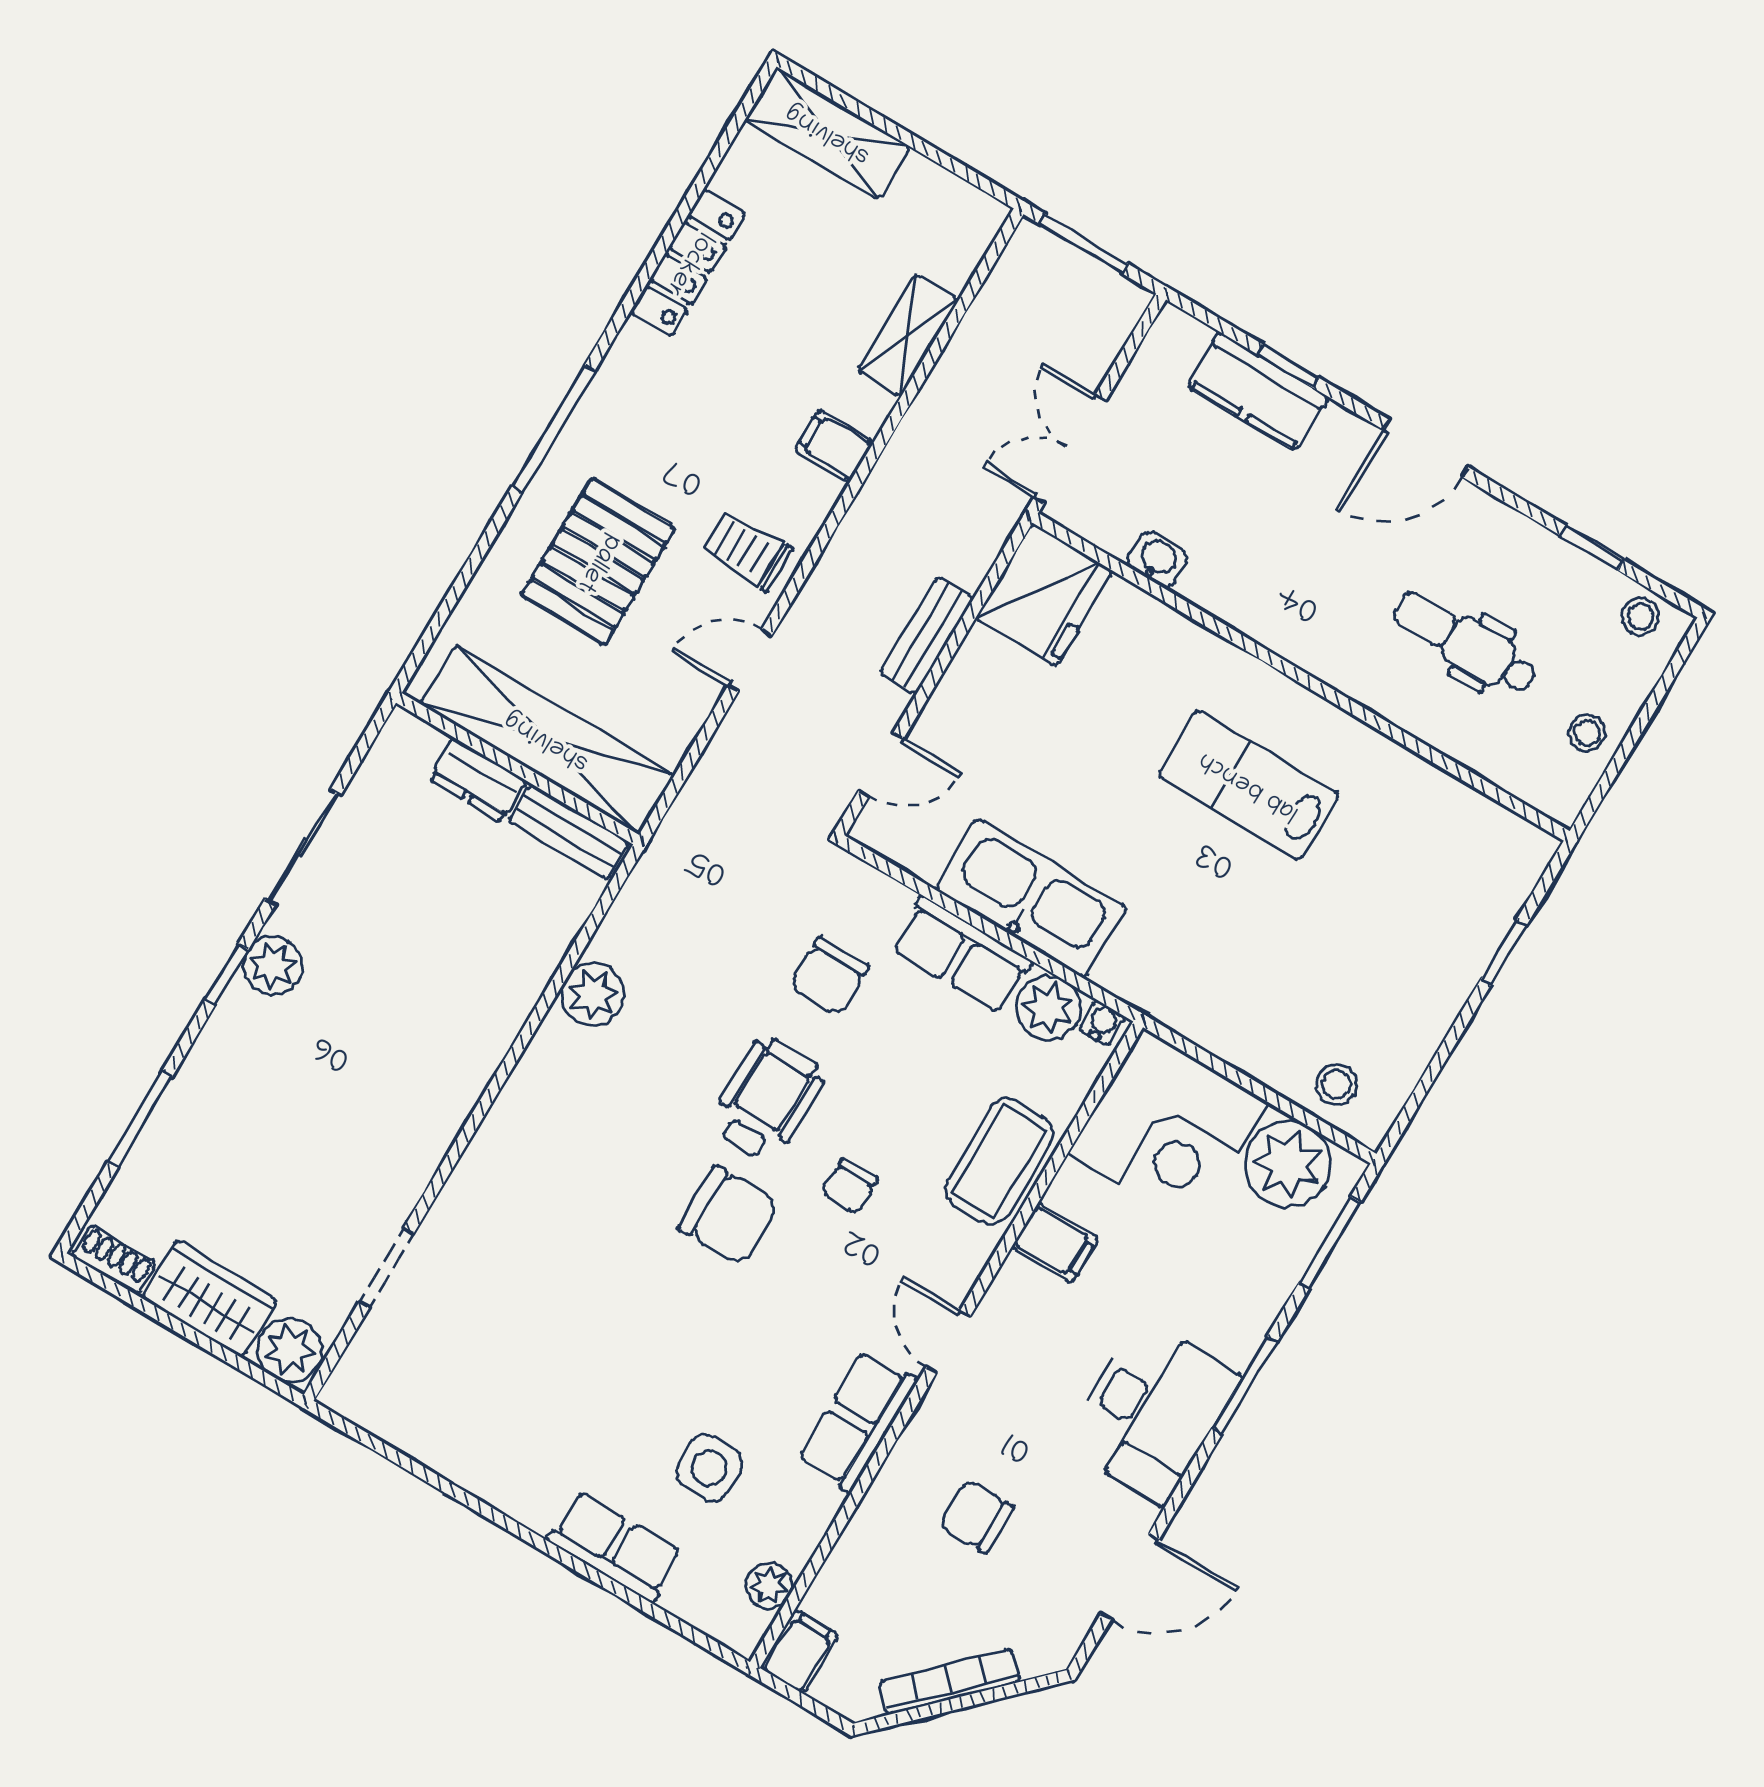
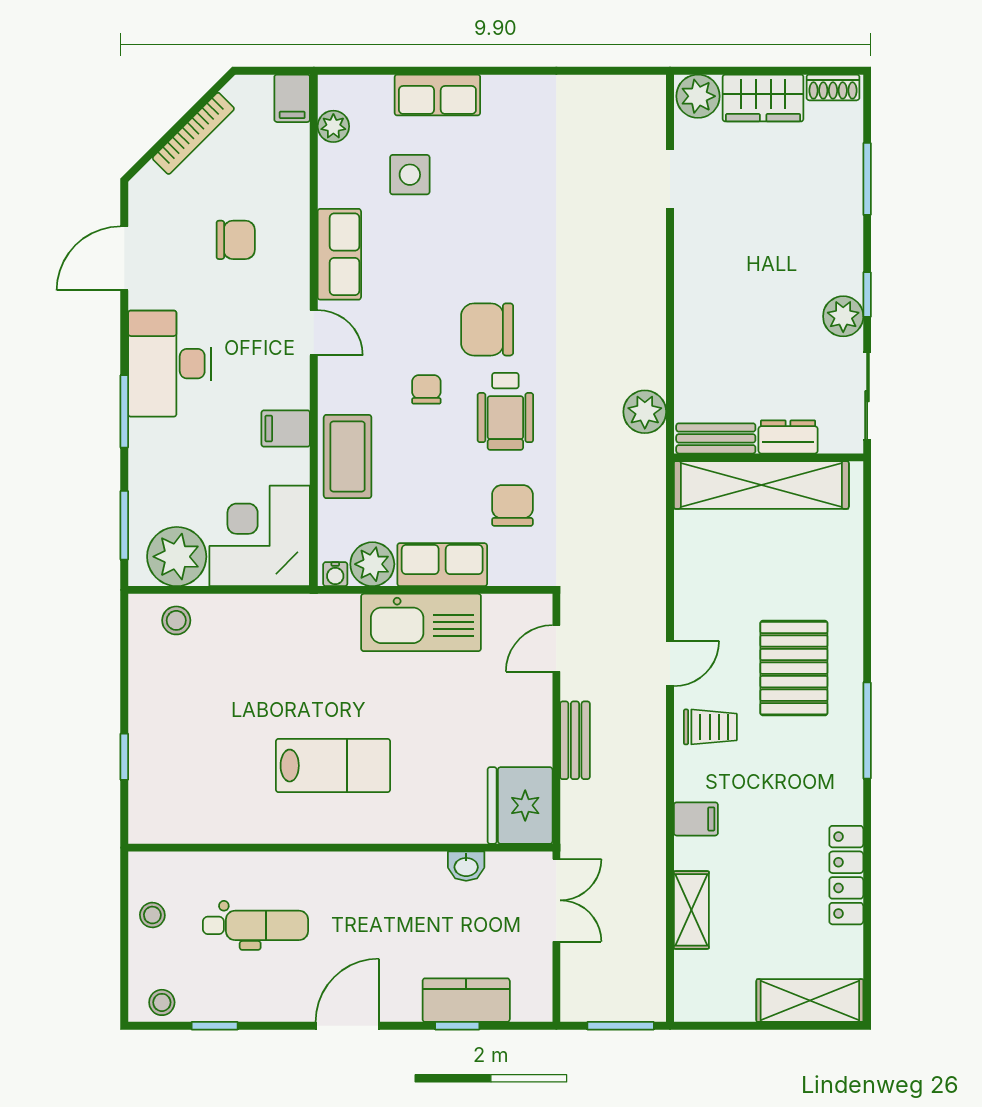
shelving: (547, 740) -> (761, 485), moved
wall: (517, 769) -> (769, 457), moved
dresser: (478, 780) -> (788, 437), moved
bench: (569, 832) -> (716, 438), moved

